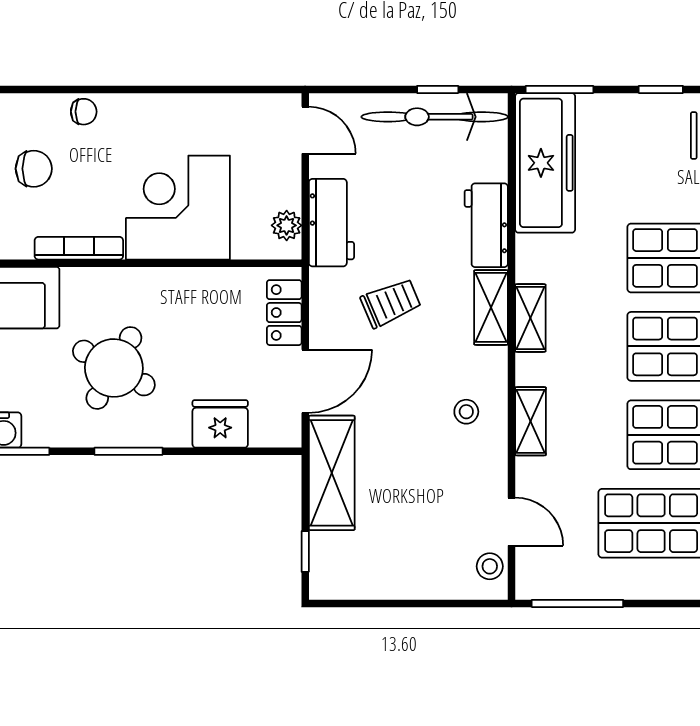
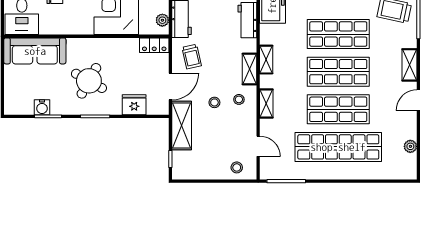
bookcase: (79, 248) -> (74, 30), removed
trolley: (391, 303) -> (192, 57), moved, turned 100
shelving: (491, 307) -> (249, 69), moved
locker: (284, 313) -> (154, 45), moved, turned -90
stool: (409, 419) -> (214, 102), added
stool: (490, 566) -> (237, 167), moved

